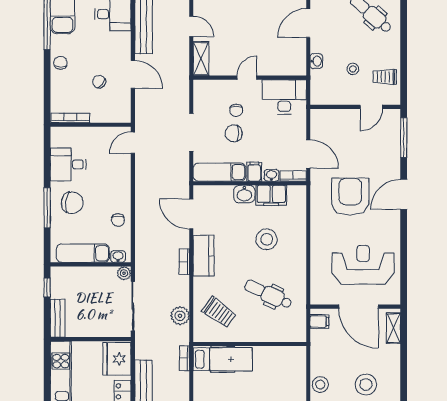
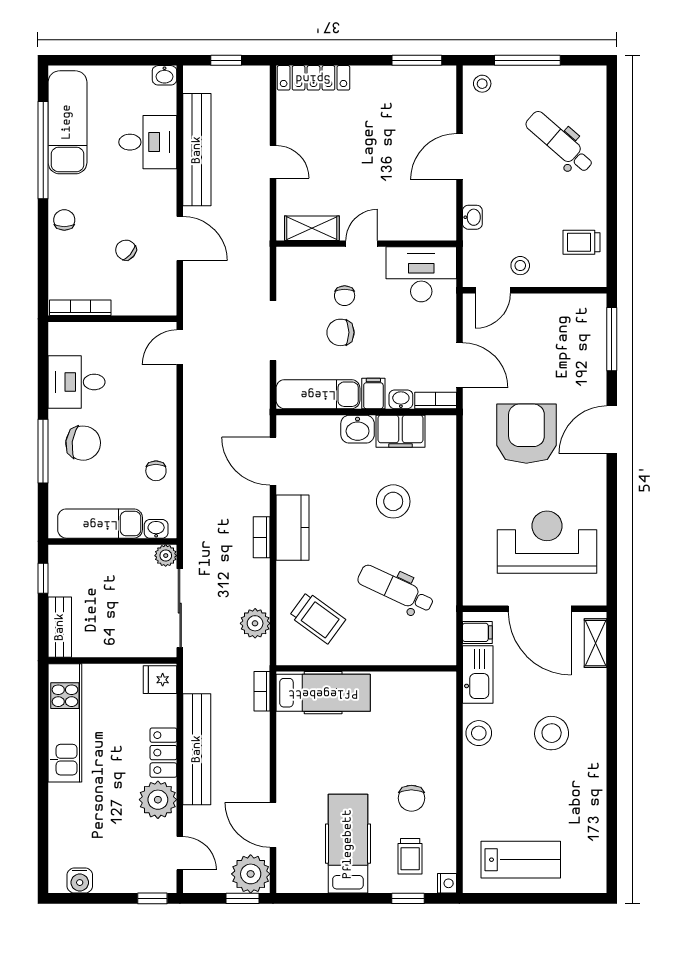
shelving: (201, 59) -> (312, 228), moved, turned 90
stool: (353, 69) -> (520, 266), moved
door: (371, 107) -> (493, 290), moved
kitchen sink: (320, 348) -> (478, 674), added
fridge: (117, 359) -> (160, 680), width x0.53, depth x0.75

